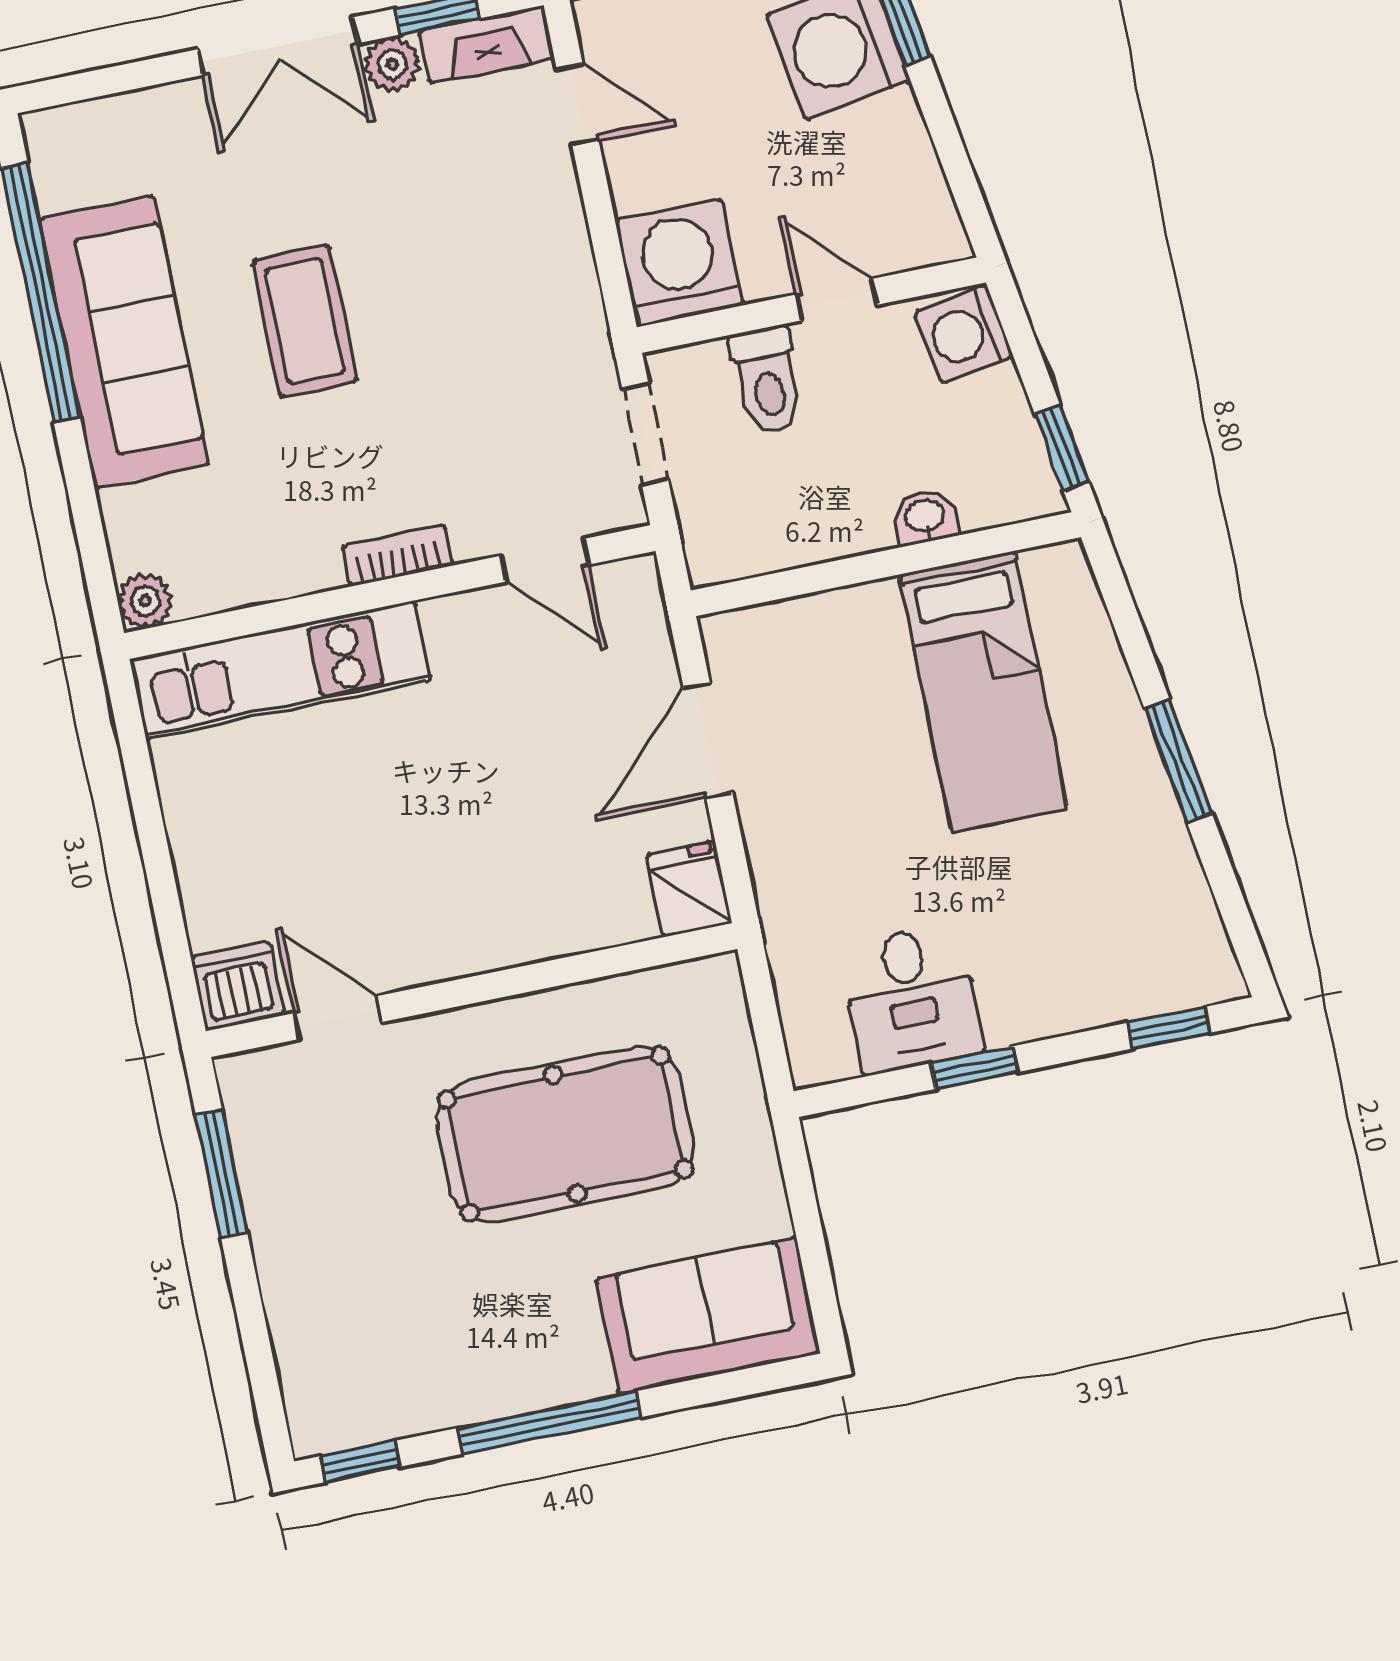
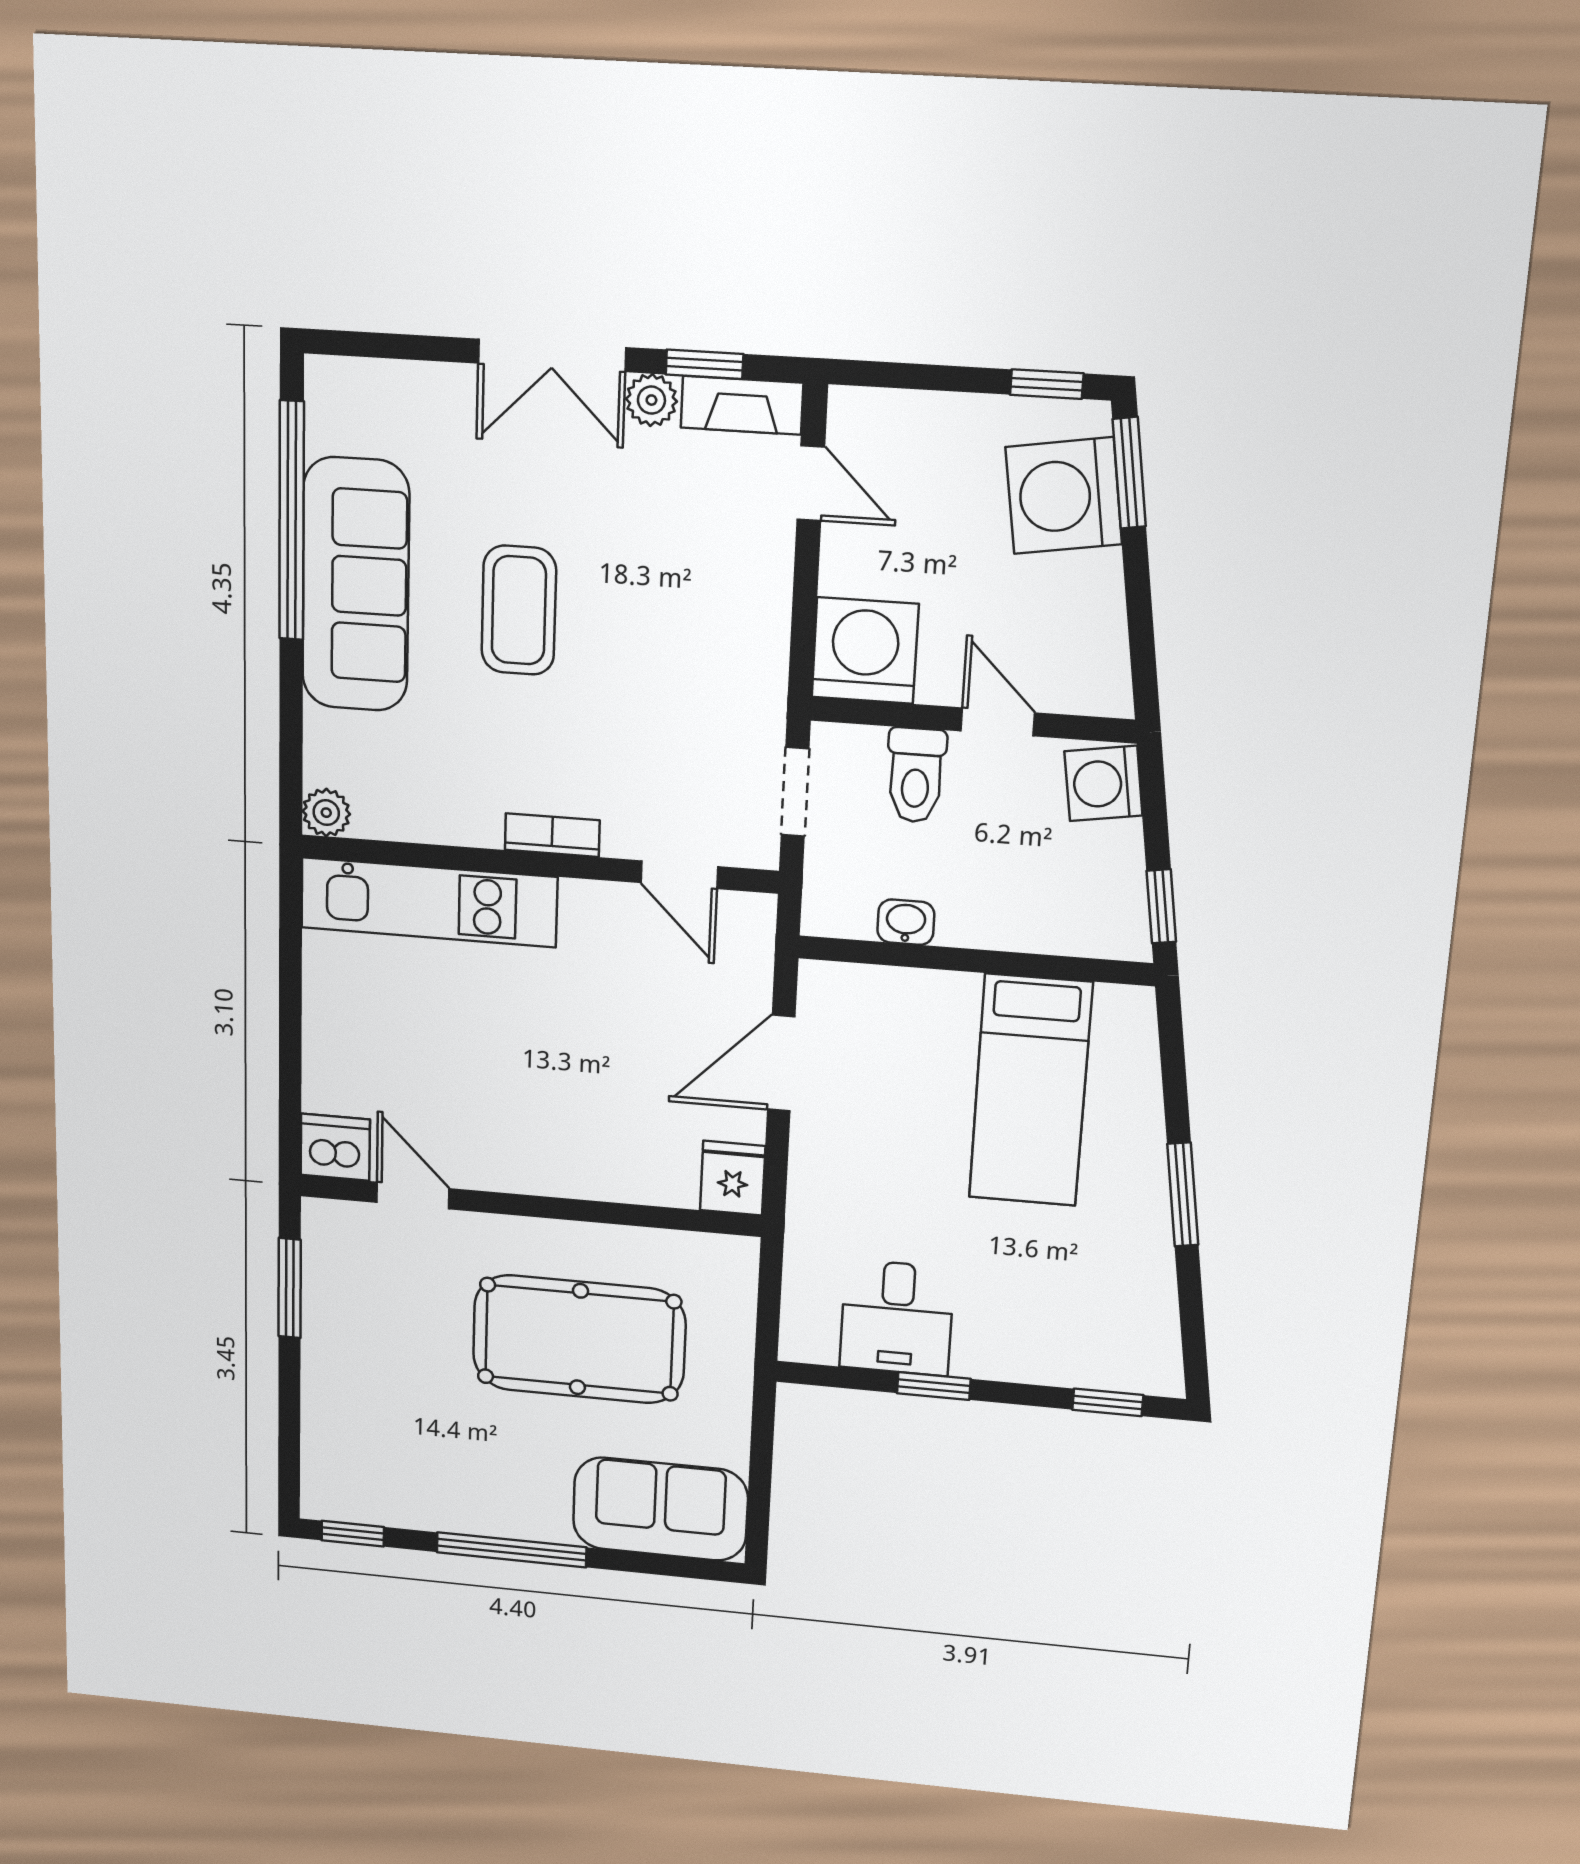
washbasin: (925, 517) -> (906, 922), moved

